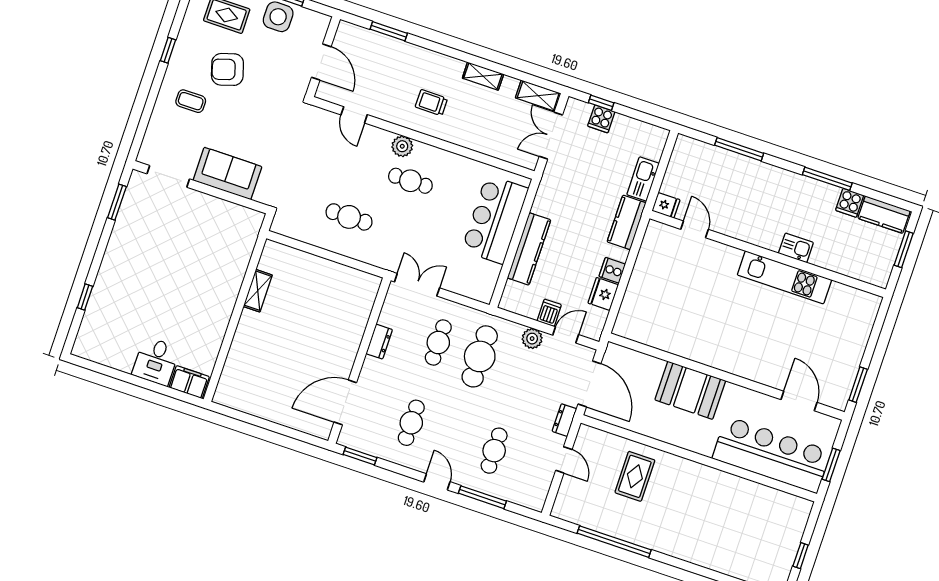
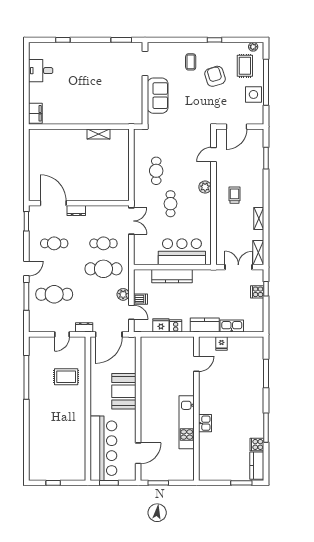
cafe table: (410, 181) -> (170, 204), moved
door: (695, 229) -> (196, 364), moved
kitchen sink: (796, 248) -> (205, 423), moved
wall: (768, 254) -> (196, 409), moved
kitchen unit: (784, 277) -> (187, 422), moved
dresser: (379, 342) -> (76, 211), moved
desk: (156, 361) -> (41, 71), moved
cafe table: (494, 451) -> (54, 294), width x1.37, depth x1.35

